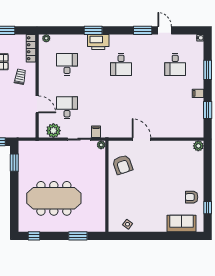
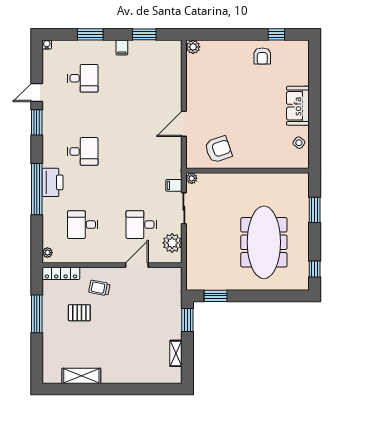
window: (93, 30) -> (37, 189), width x2.11
sofa: (182, 223) -> (298, 106), moved

